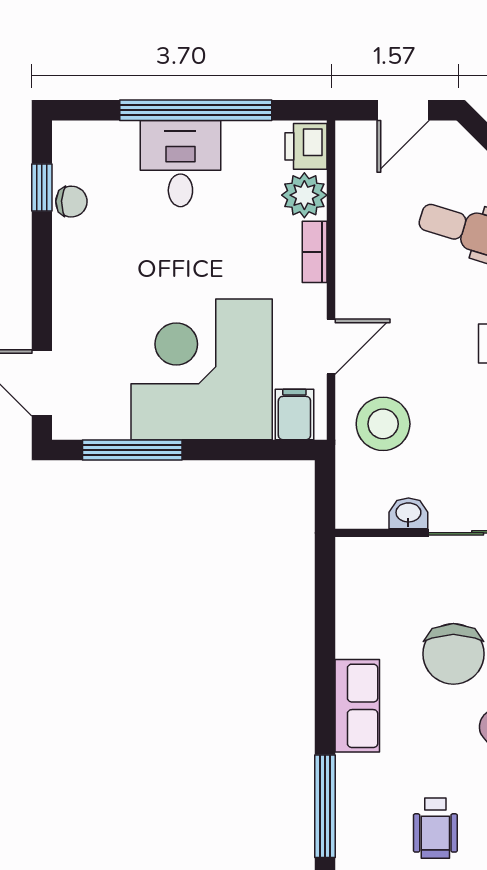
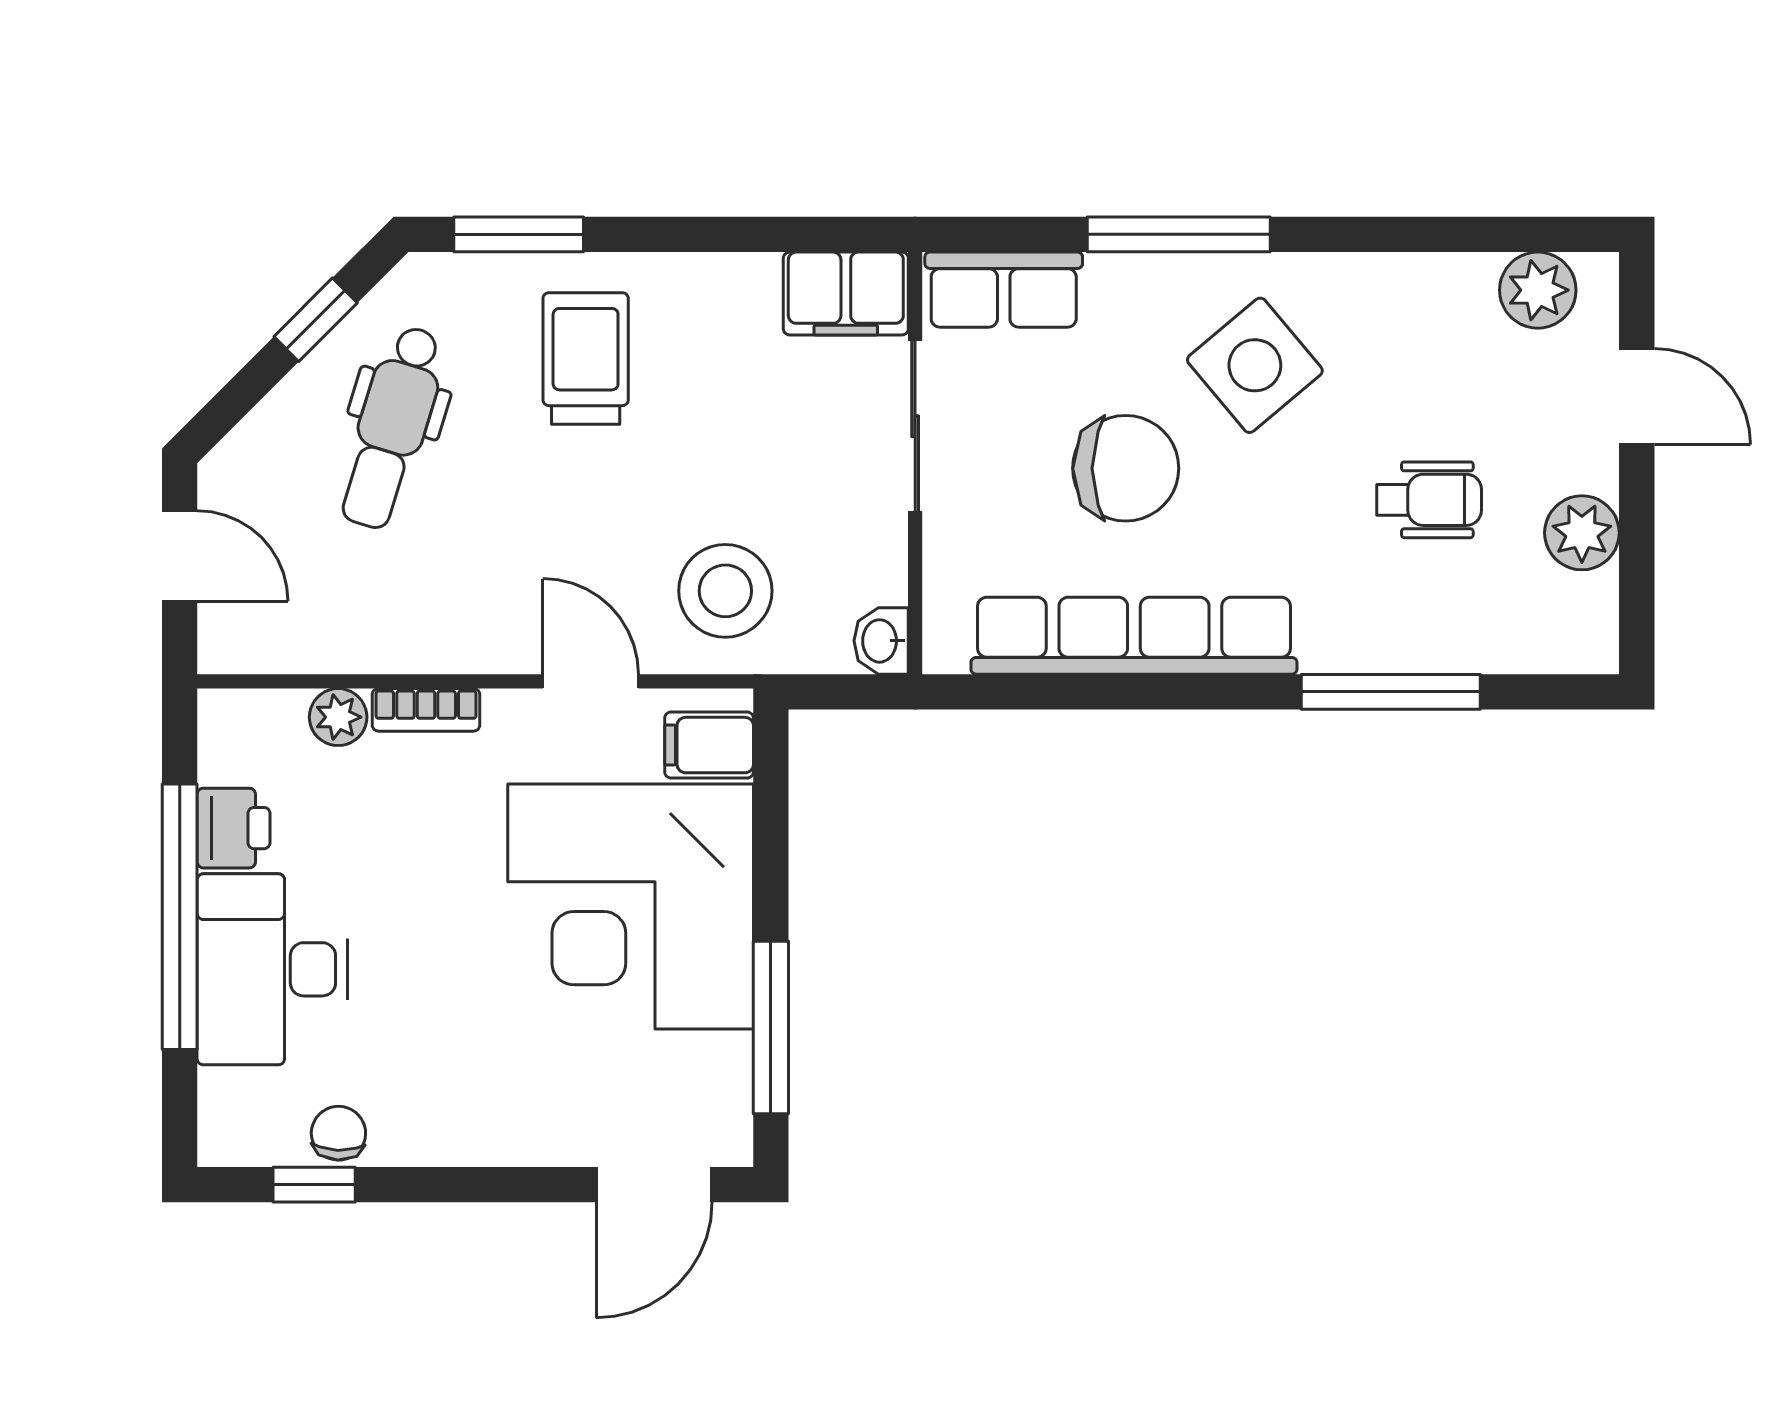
printer: (306, 146) -> (234, 828), moved, turned -90
desk: (180, 164) -> (272, 969), width x1.37
plant: (304, 195) -> (338, 717), width x0.73, depth x0.73
washbasin: (408, 513) -> (881, 641), moved
row of seats: (357, 706) -> (1134, 636), width x2.02

